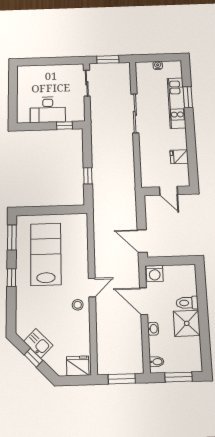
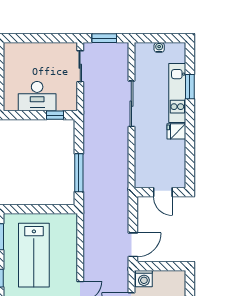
fridge: (179, 157) -> (176, 131), moved
window: (88, 176) -> (79, 173), width x2.17
door: (142, 241) -> (133, 245), swing flipped
lab bench: (46, 254) -> (34, 255), turned 180

